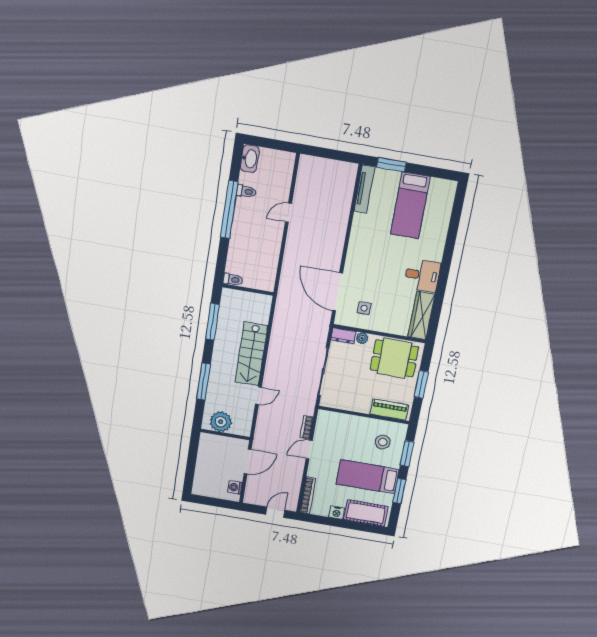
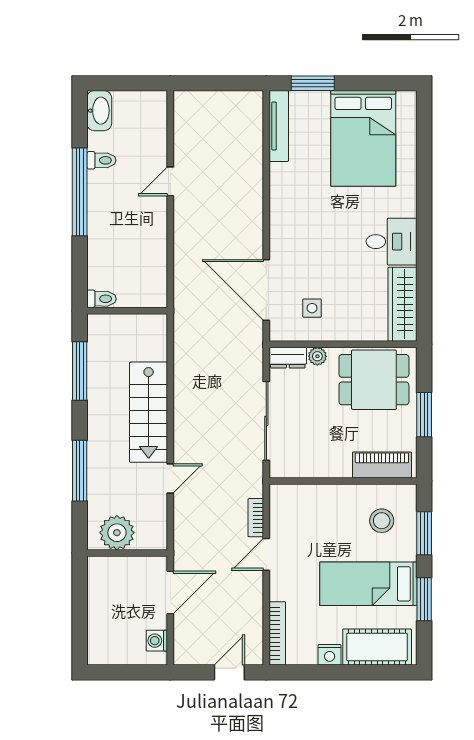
bed: (410, 205) -> (363, 138), width x1.50

